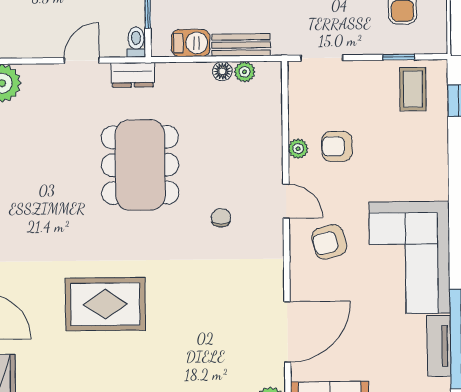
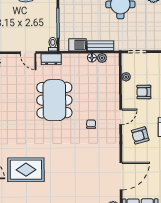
door: (82, 60) -> (28, 53), swing flipped
plant: (298, 149) -> (126, 77), moved
door: (286, 201) -> (121, 117), hinge flipped
rug: (105, 304) -> (26, 170), moved

